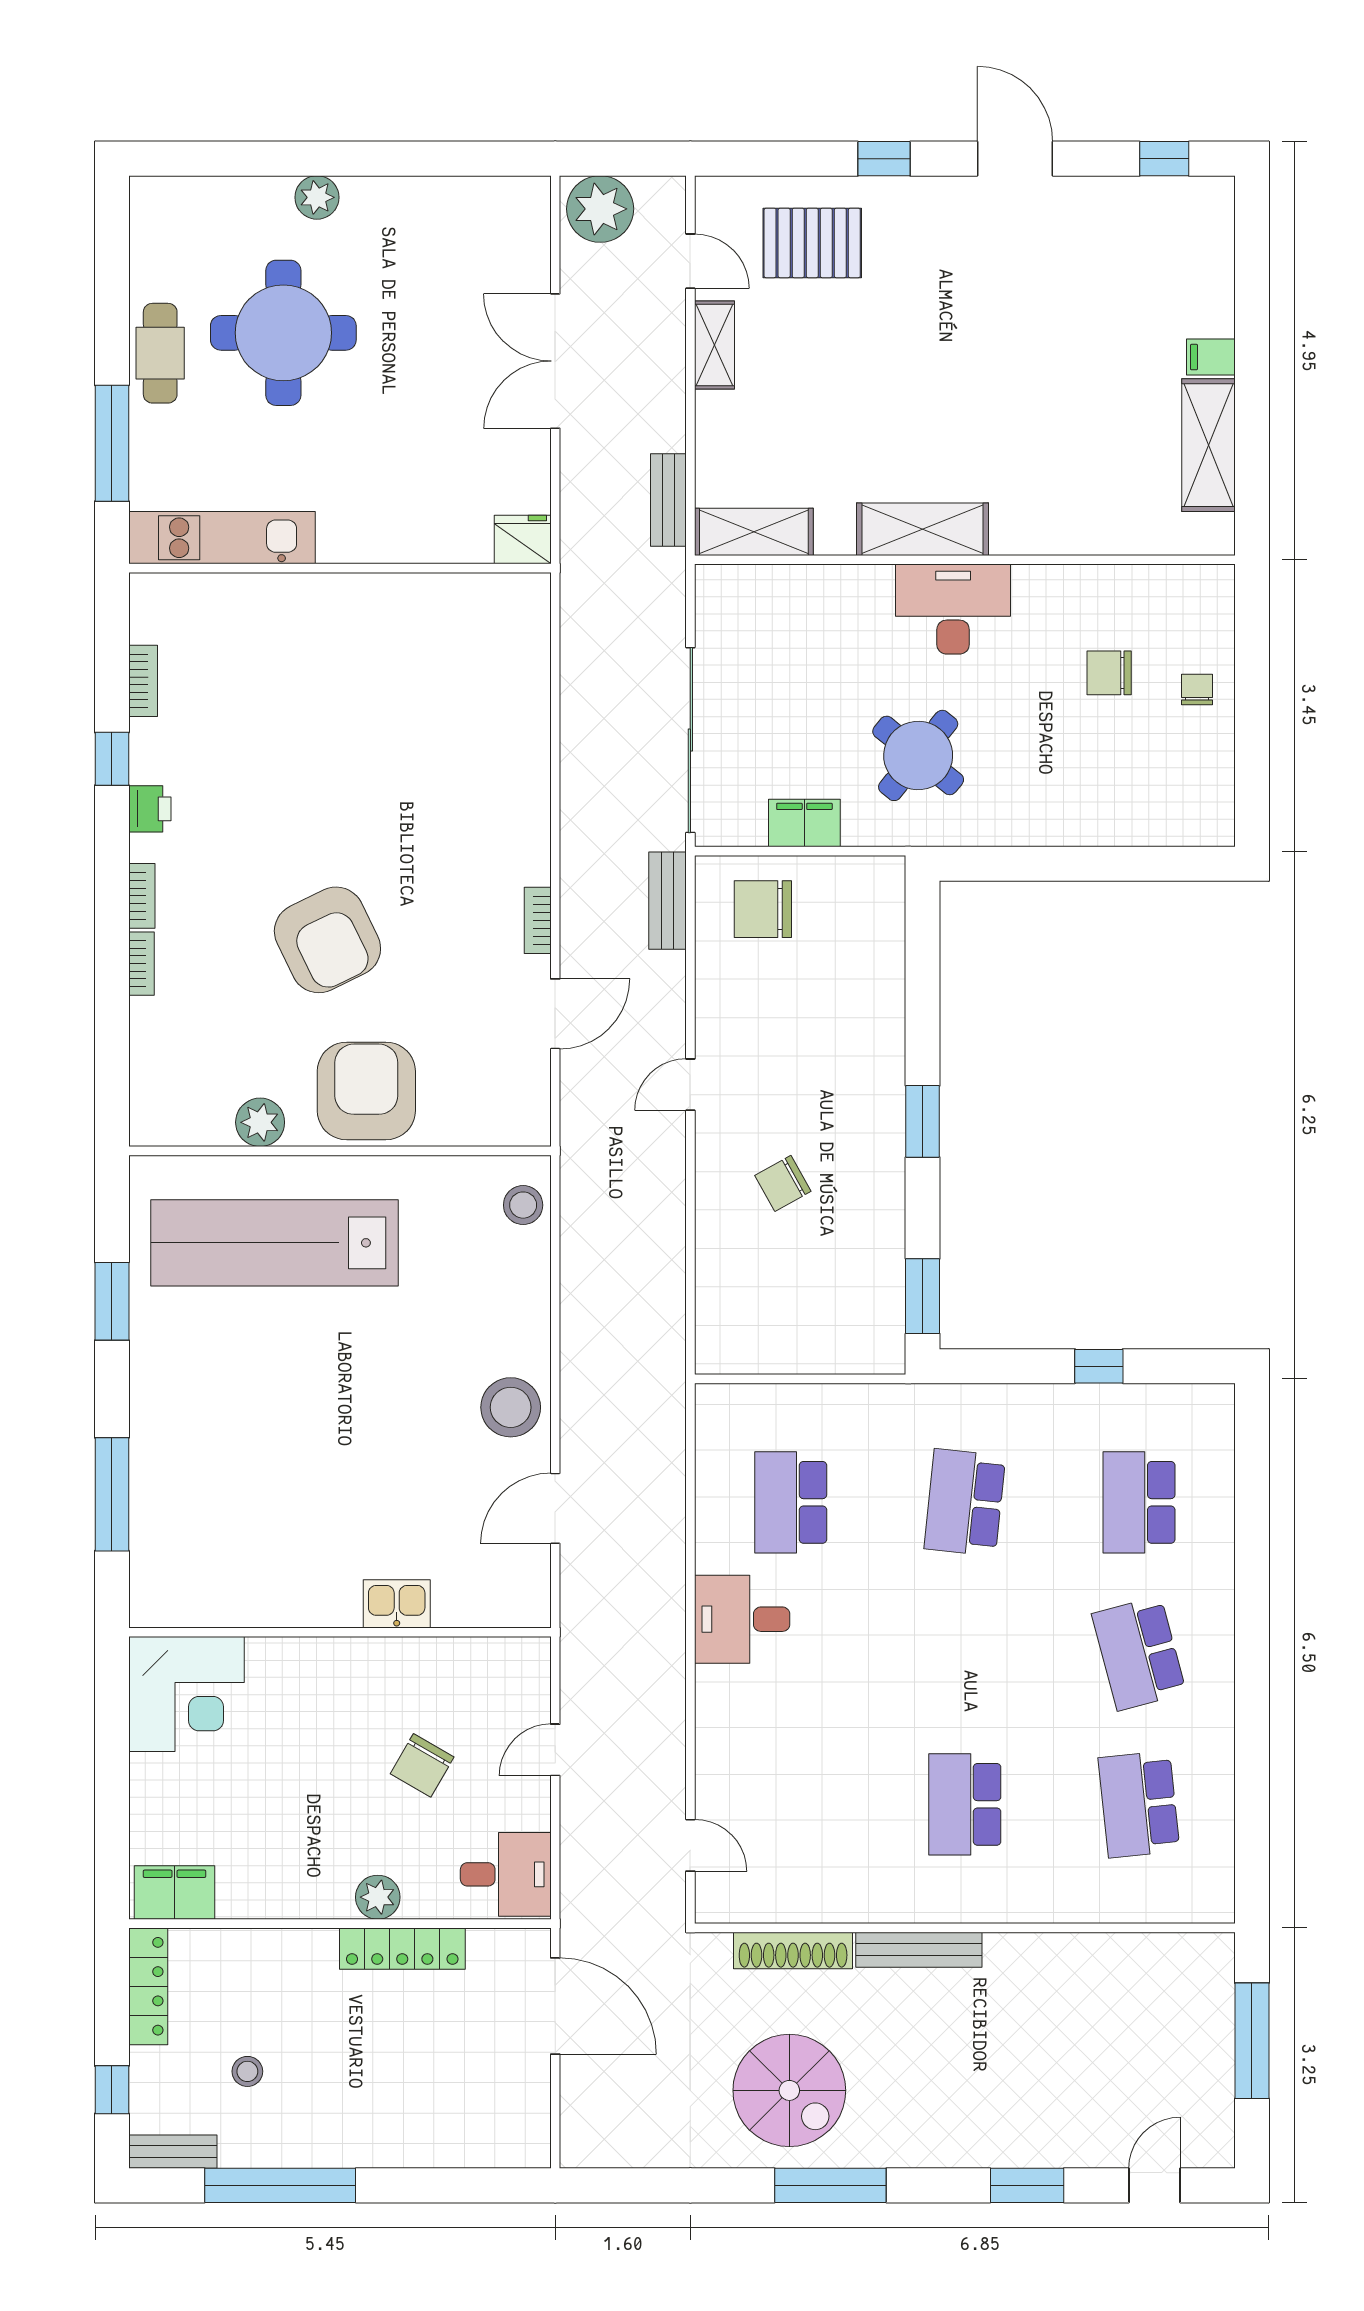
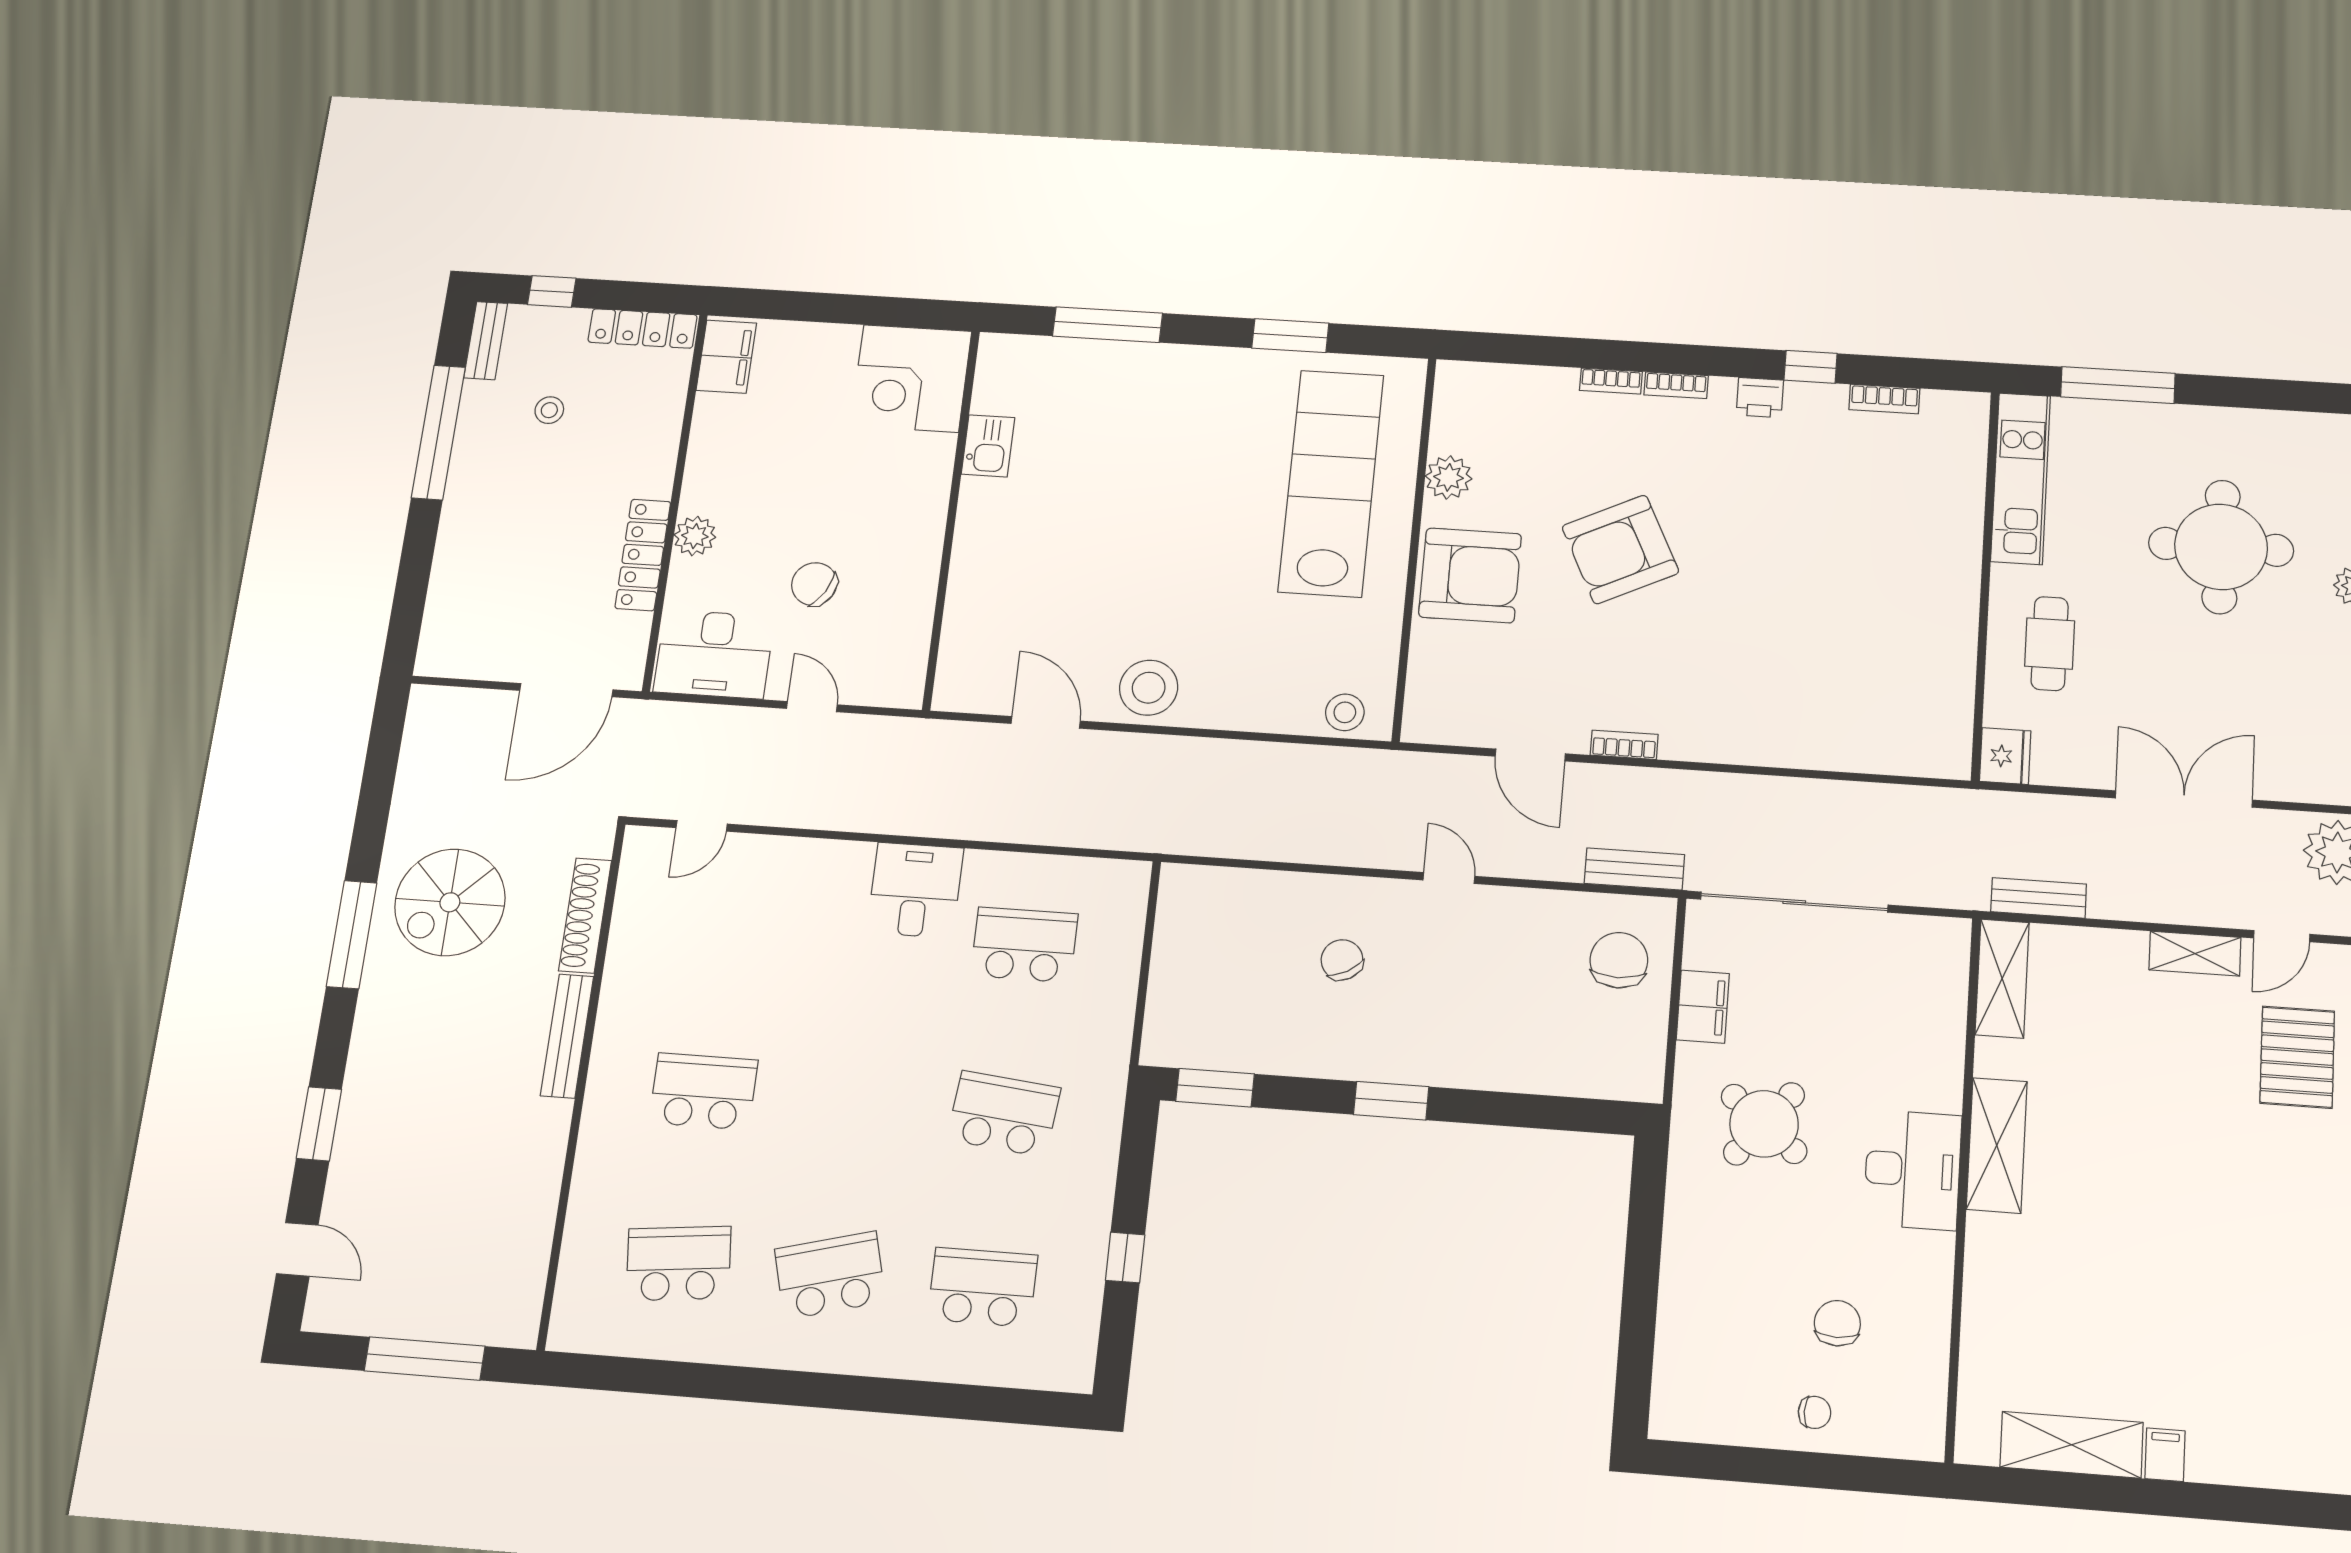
cafe table: (160, 353) -> (2050, 644), moved, turned 90
kitchen sink: (397, 1604) -> (988, 446), moved
desk: (506, 1874) -> (714, 654), width x1.37

